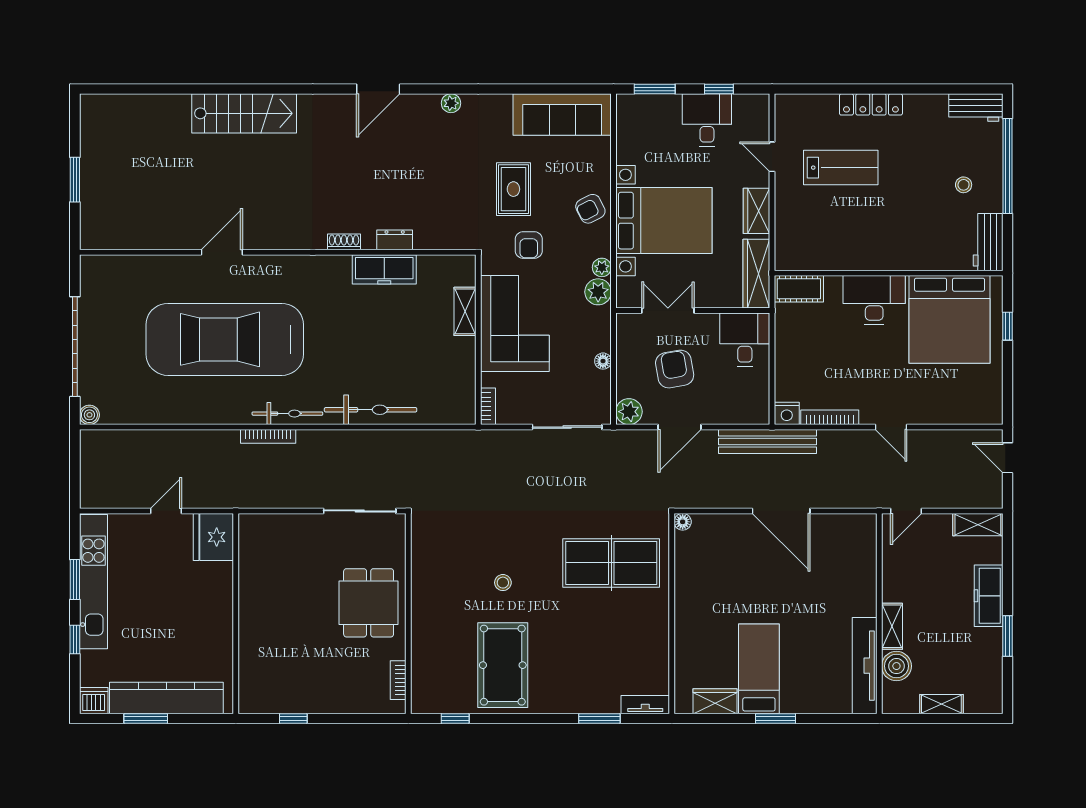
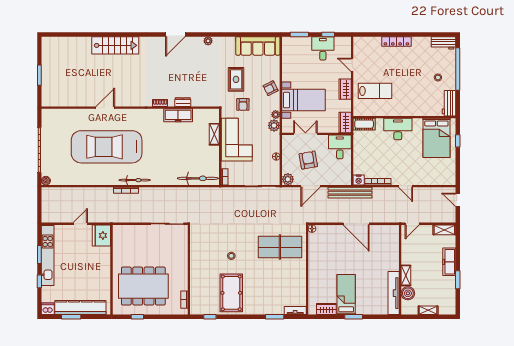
lab bench: (841, 168) -> (375, 91), moved
bed with nightstands: (664, 221) -> (304, 100), width x0.73
wardrobe: (756, 274) -> (345, 122), width x0.67
bed: (950, 319) -> (436, 138), width x0.73
bicycle: (371, 410) -> (198, 178), moved
dining table: (369, 603) -> (143, 286), moved, width x1.88, depth x1.24

